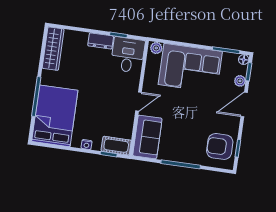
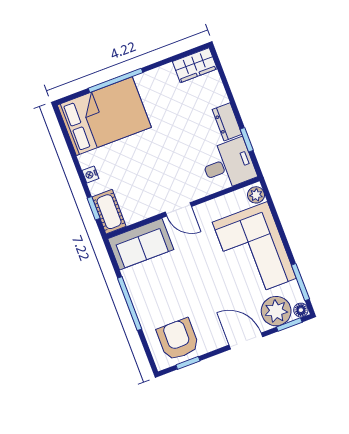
wardrobe: (53, 49) -> (195, 65), width x0.67
plant: (240, 81) -> (276, 311), width x1.88, depth x1.88

